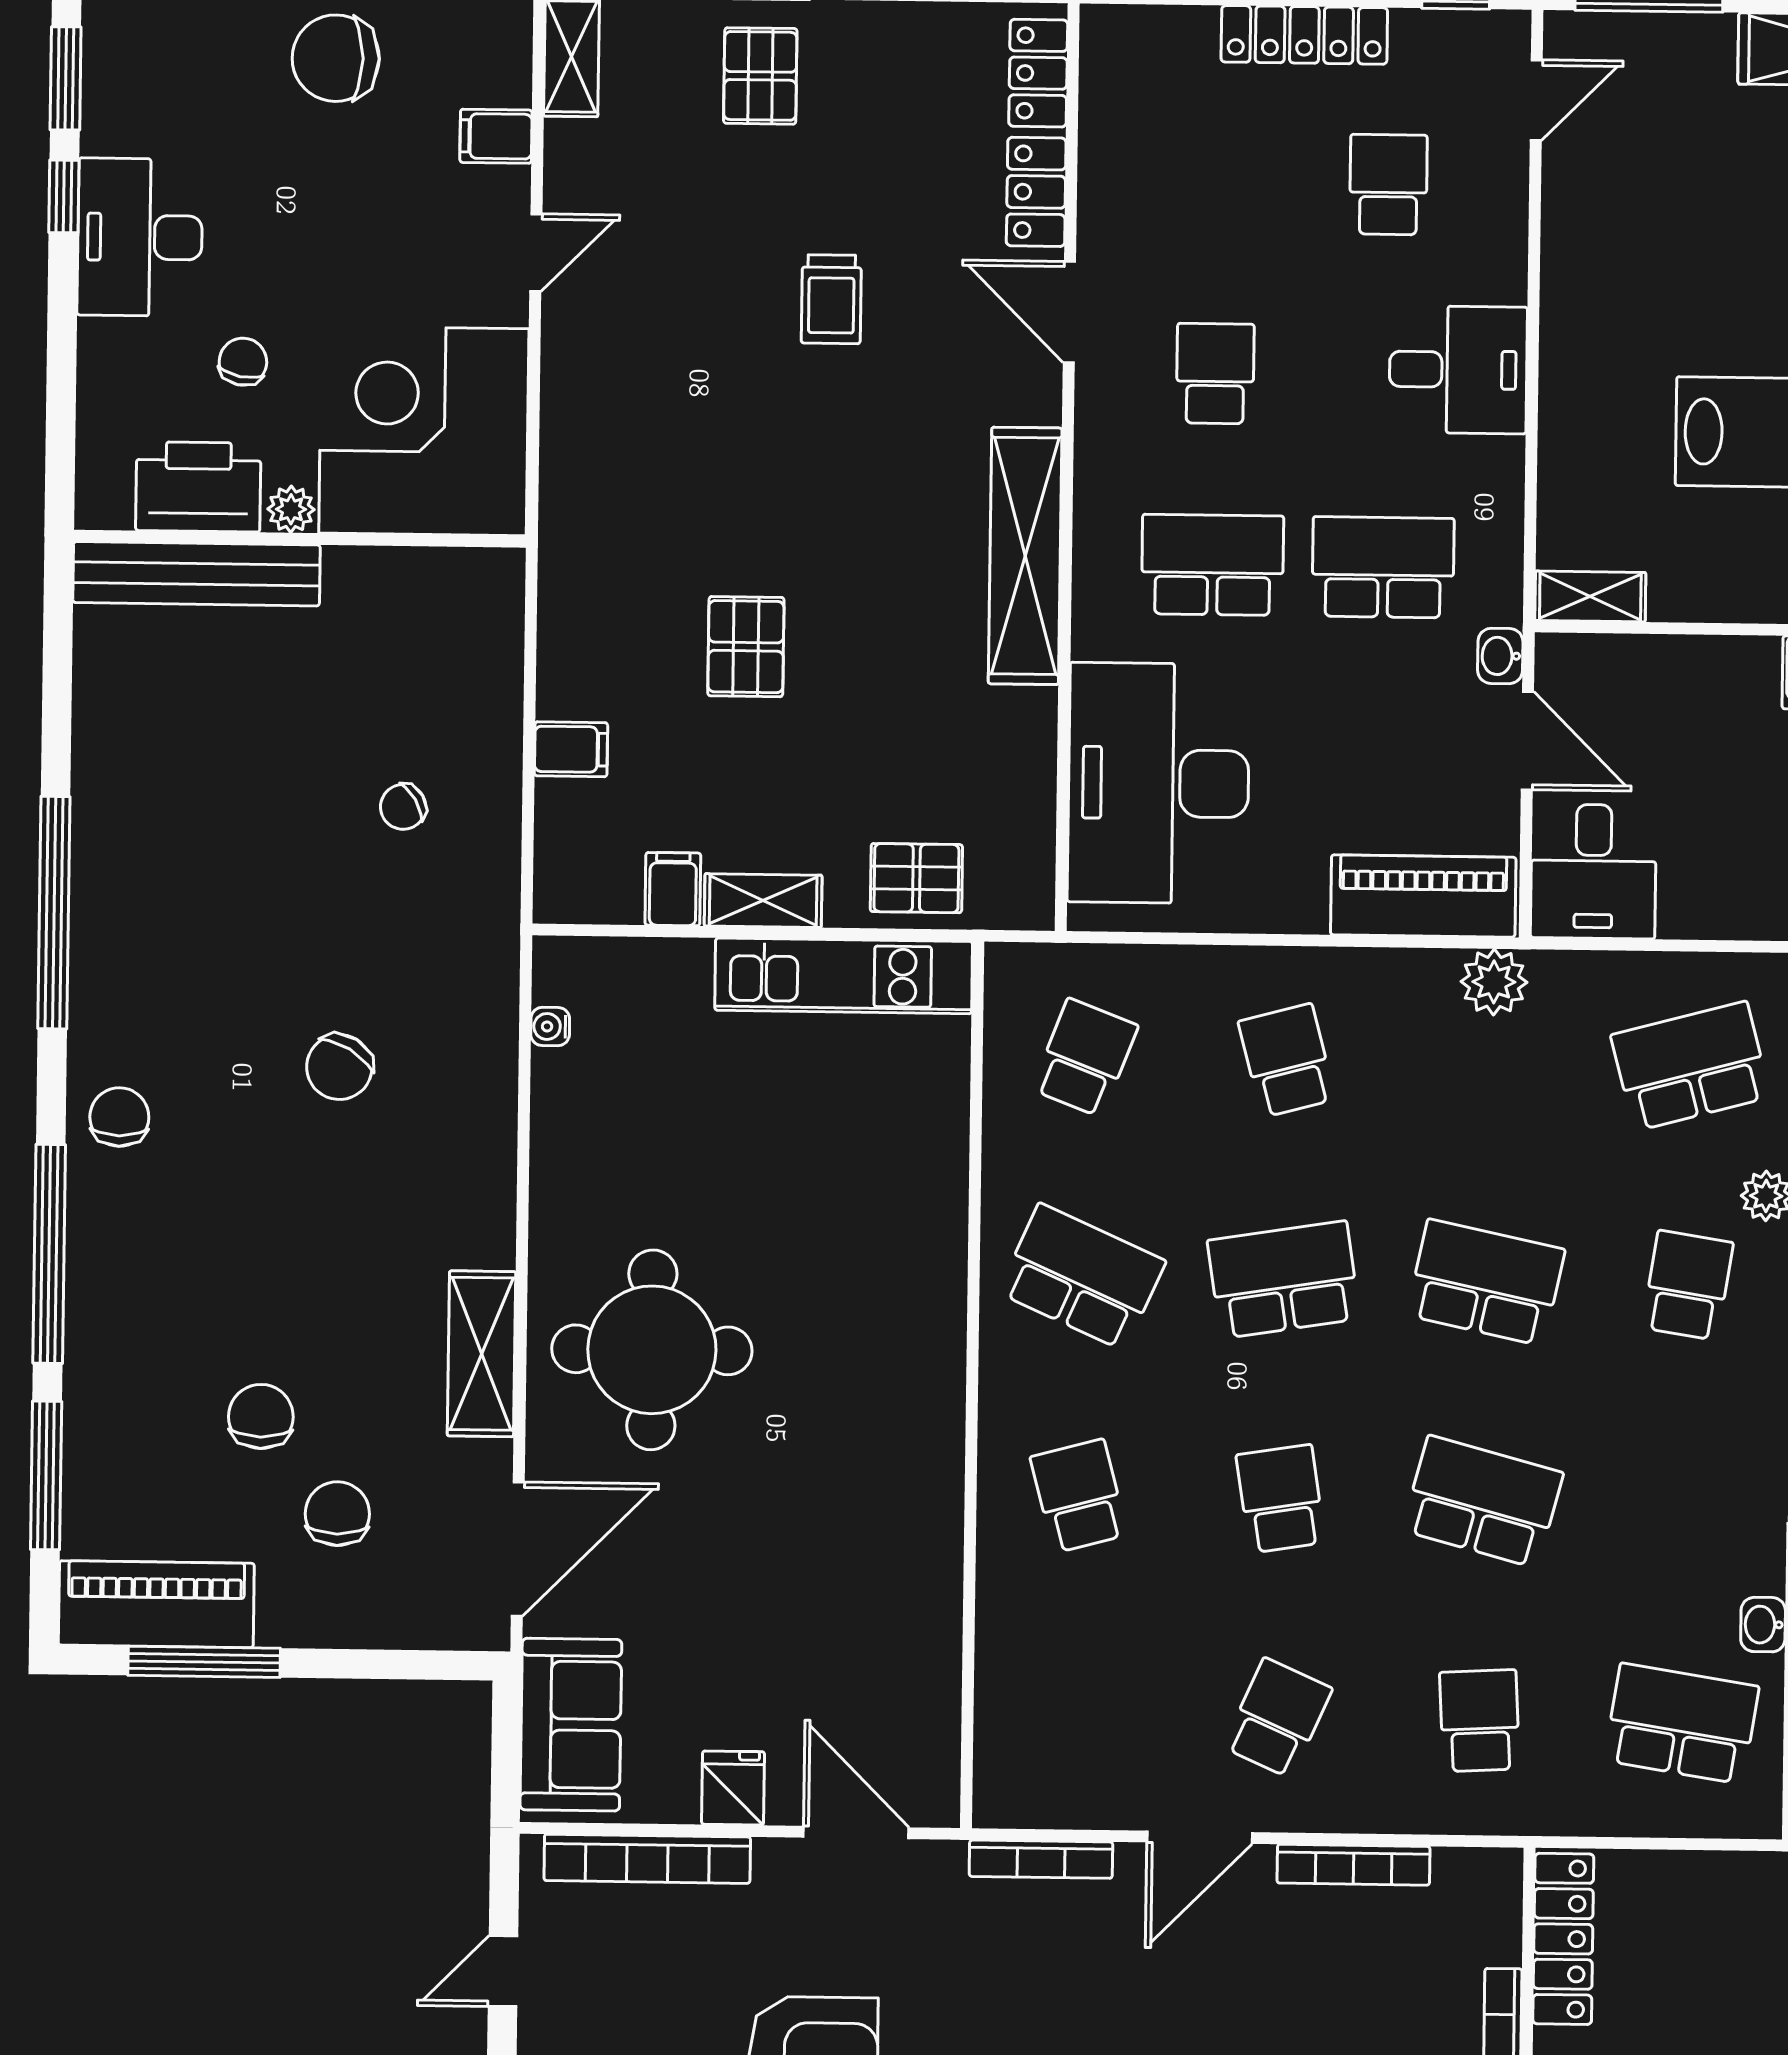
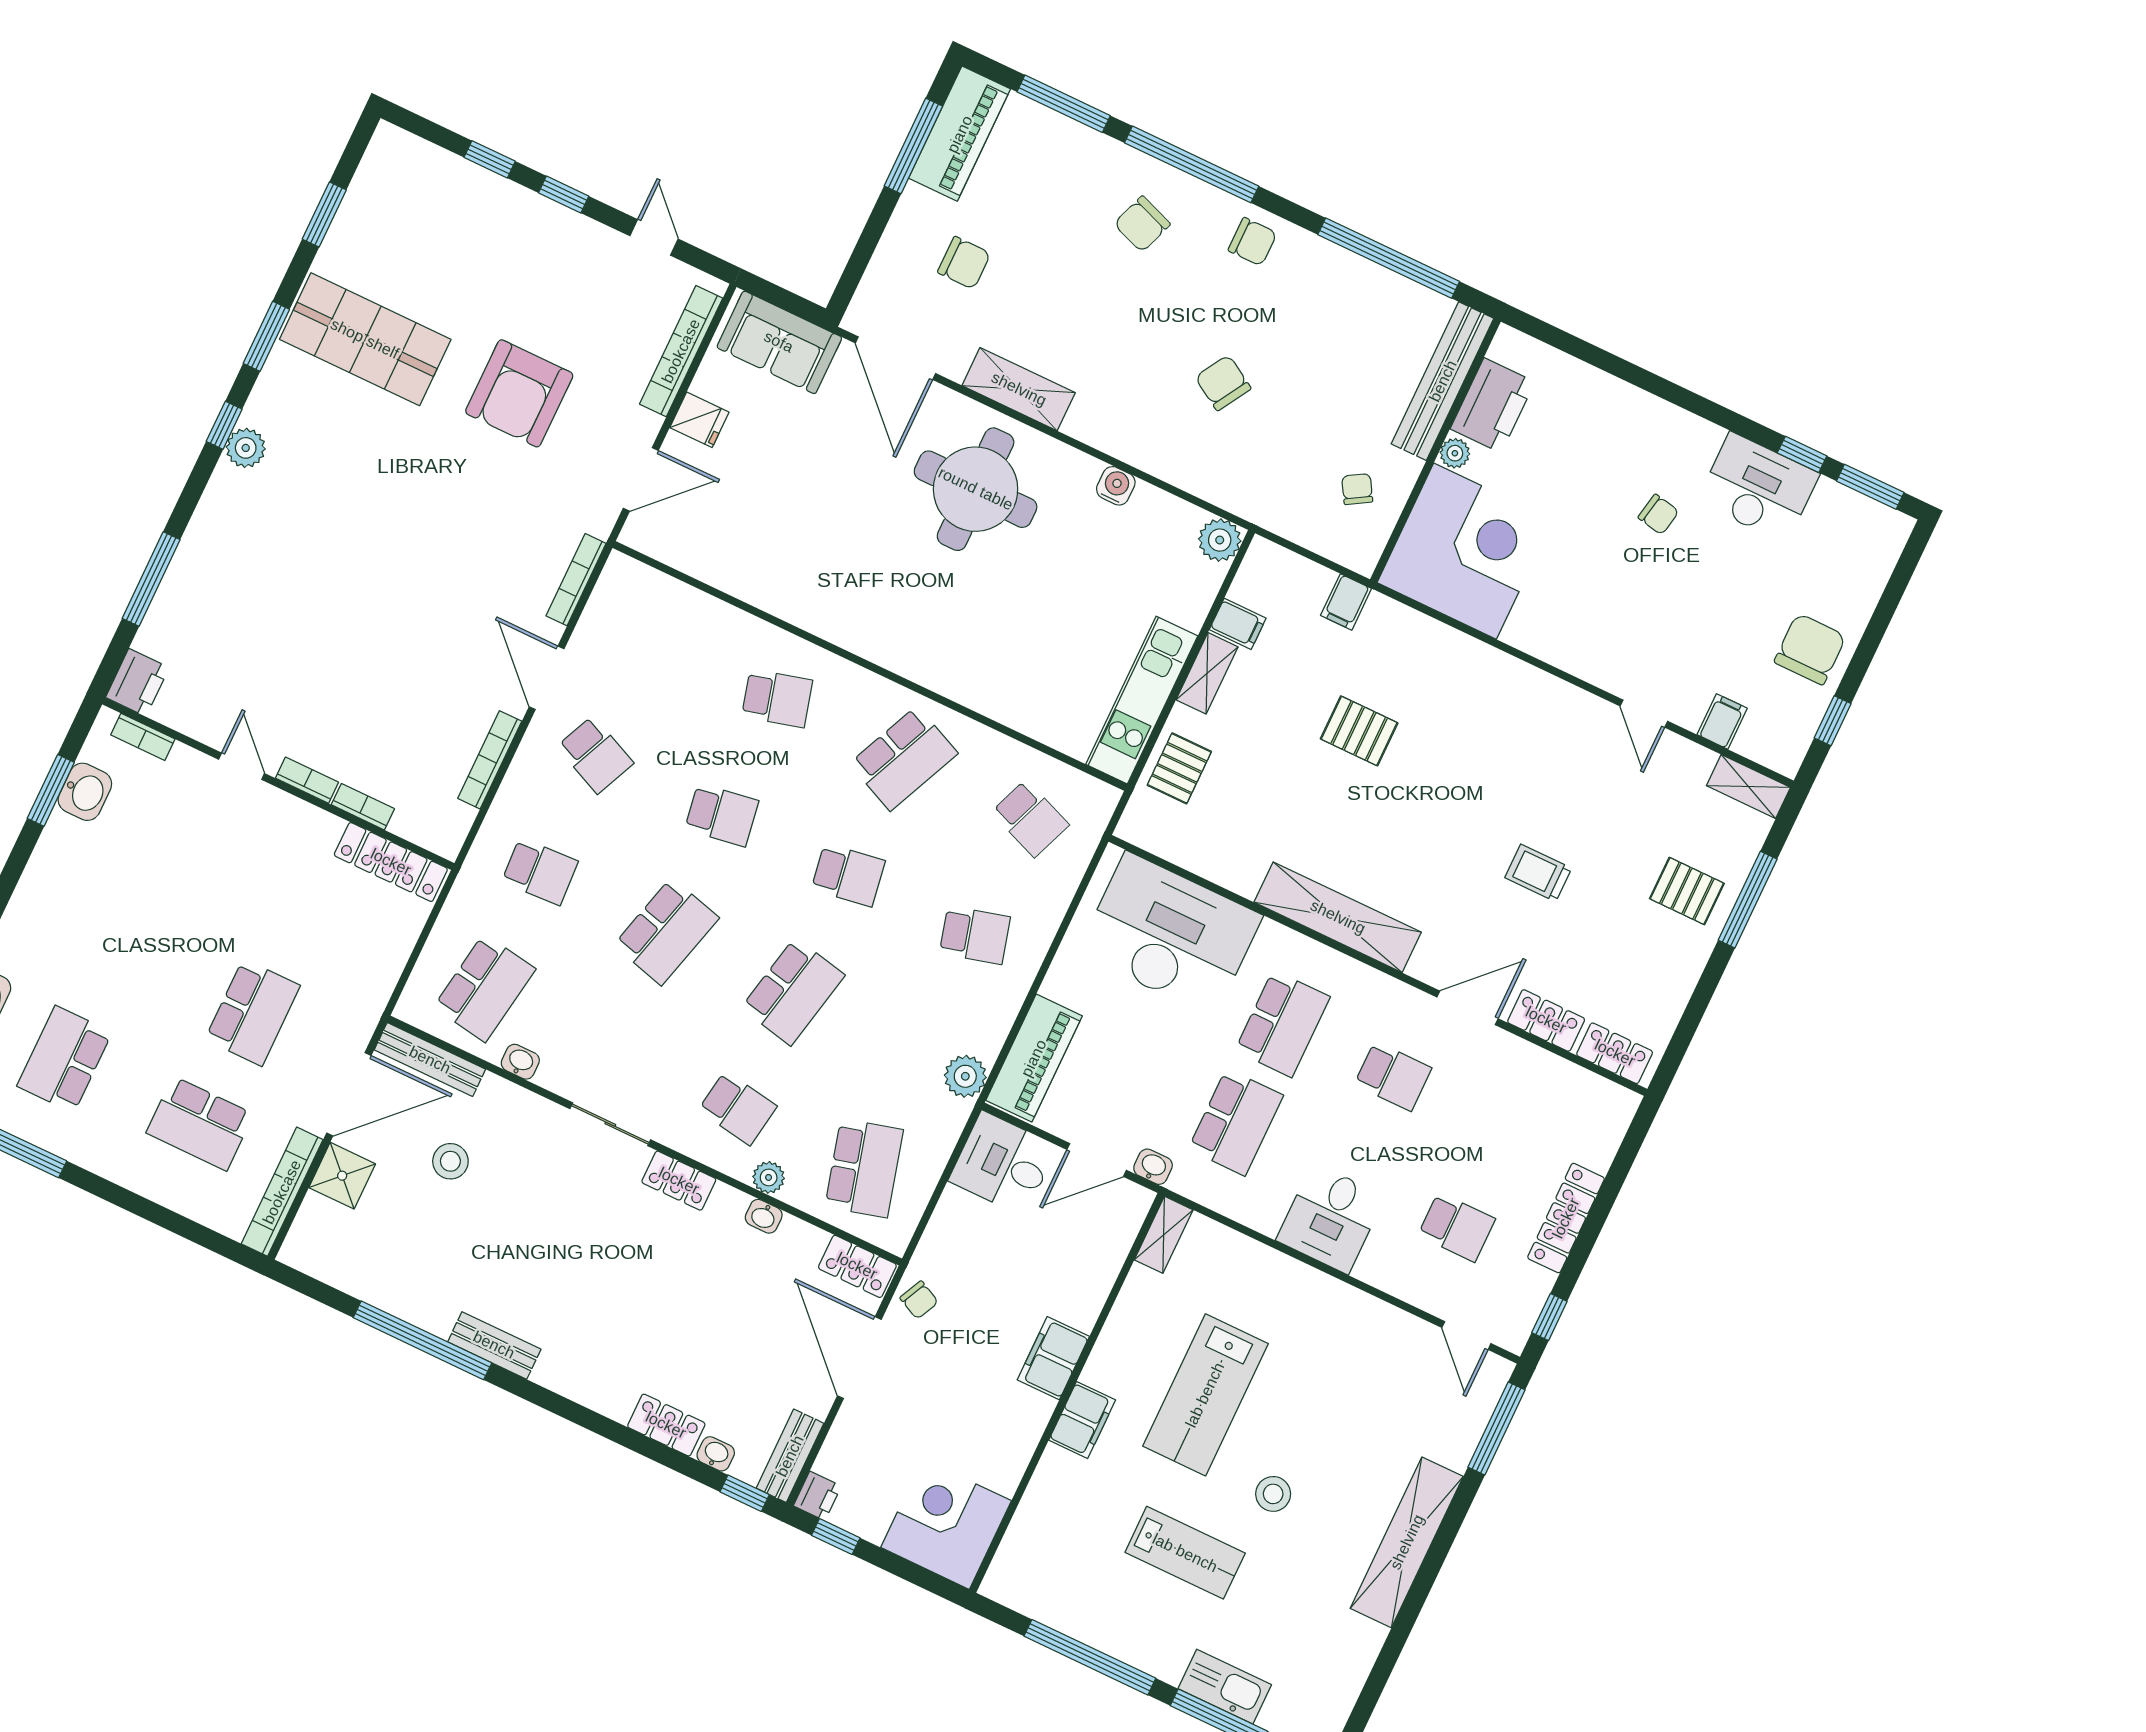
corner desk: (424, 431) -> (1465, 551), moved
printer: (198, 487) -> (1493, 405), moved
plant: (291, 509) -> (1455, 453), moved
wall: (300, 539) -> (1435, 451), moved
bench: (197, 574) -> (1443, 381), moved
plant: (565, 969) -> (1220, 540), added
water cooler: (550, 1027) -> (1116, 486), moved, width x1.38, depth x1.38
school desk: (1284, 1280) -> (848, 875), width x0.54
chair: (261, 1416) -> (1142, 224), moved, turned 110

